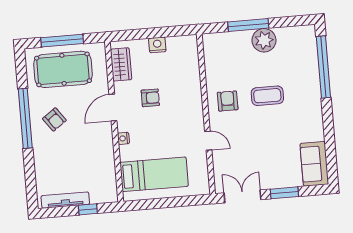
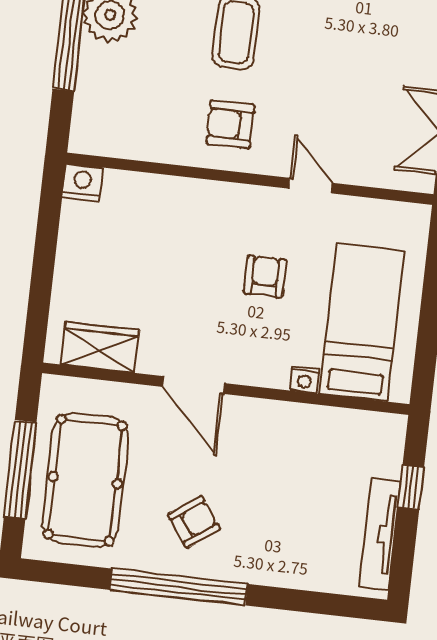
nightstand: (157, 45) -> (82, 182), moved, turned 90
armchair: (150, 98) -> (265, 277), moved
nightstand: (123, 138) -> (305, 379), moved
door: (208, 141) -> (311, 186), hinge flipped

